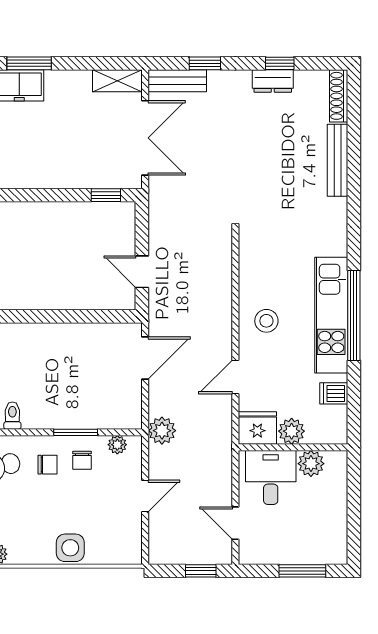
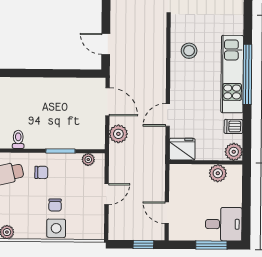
stool: (266, 321) -> (189, 51), moved
door: (145, 358) -> (107, 102), hinge flipped
plant: (162, 431) -> (118, 134), moved
plant: (292, 431) -> (234, 152), moved
chair: (82, 460) -> (55, 205), moved
desk: (271, 477) -> (224, 224), moved, turned 90

